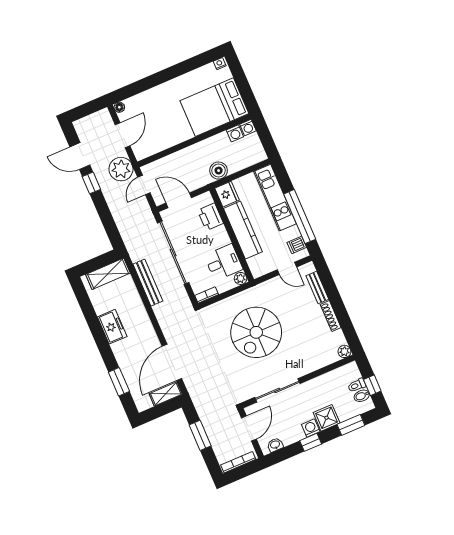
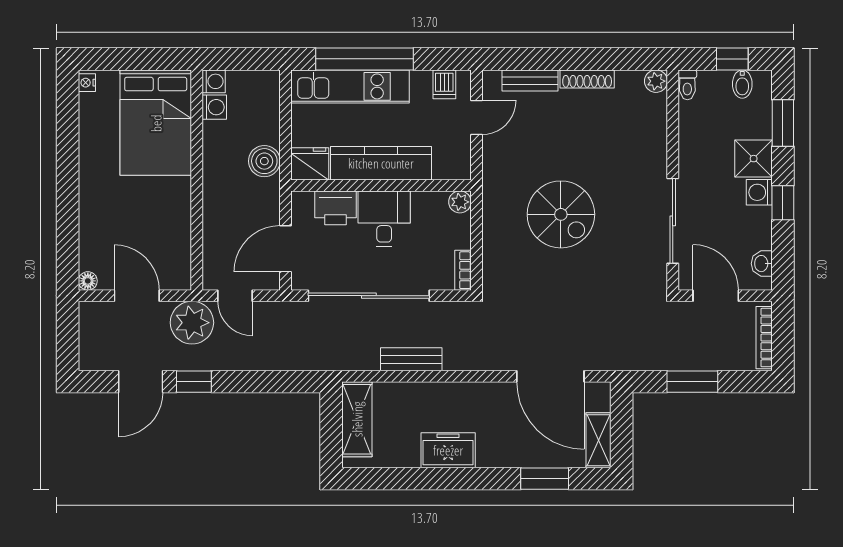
window: (300, 217) -> (364, 59), moved
desk: (223, 262) -> (384, 219), moved
bench: (148, 283) -> (411, 359), width x0.73
spiral stairs: (256, 332) -> (561, 214), width x0.73, depth x0.73
toilet: (357, 385) -> (687, 85), moved
shelving: (166, 394) -> (598, 440), moved

